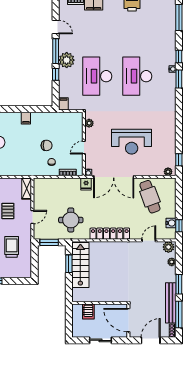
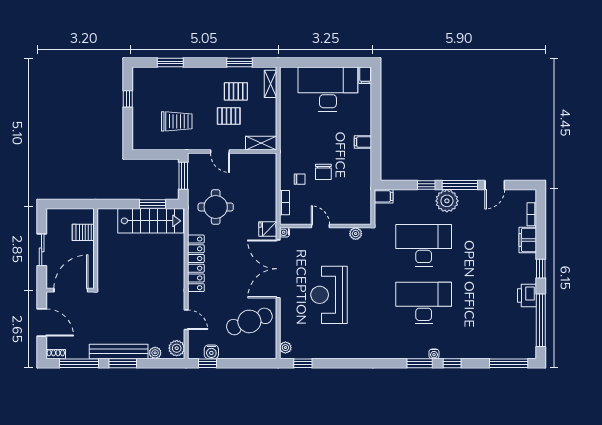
bench: (171, 303) -> (119, 351), moved

